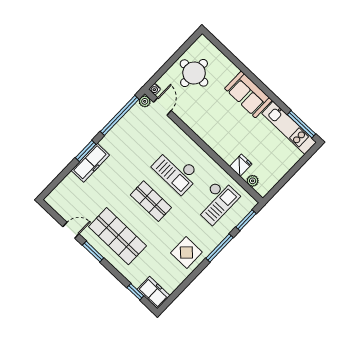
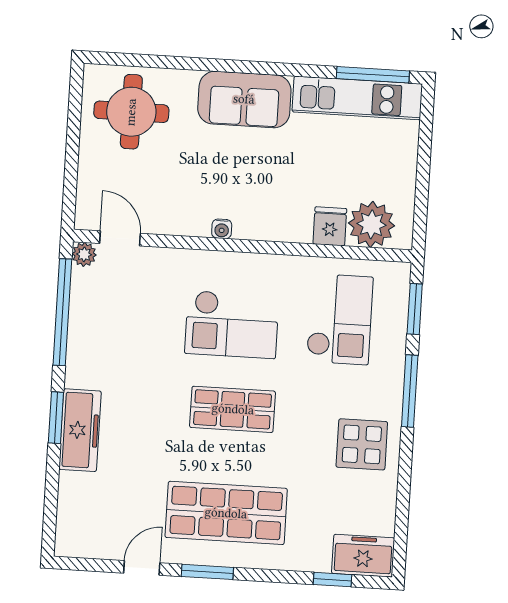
round table: (194, 73) -> (131, 112), moved
water cooler: (155, 89) -> (222, 229), moved
plant: (253, 181) -> (372, 224), width x1.88, depth x1.88

